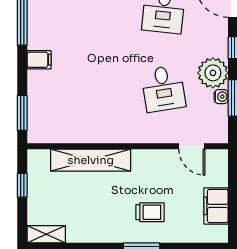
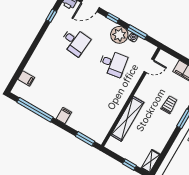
window: (22, 185) -> (130, 165), moved

